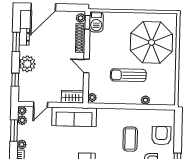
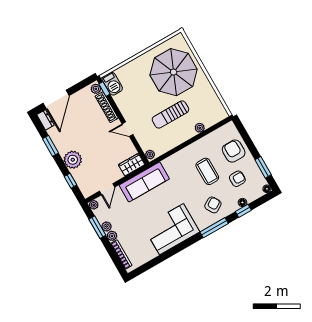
dresser: (24, 37) -> (46, 120), moved
plant: (22, 120) -> (107, 227), moved

